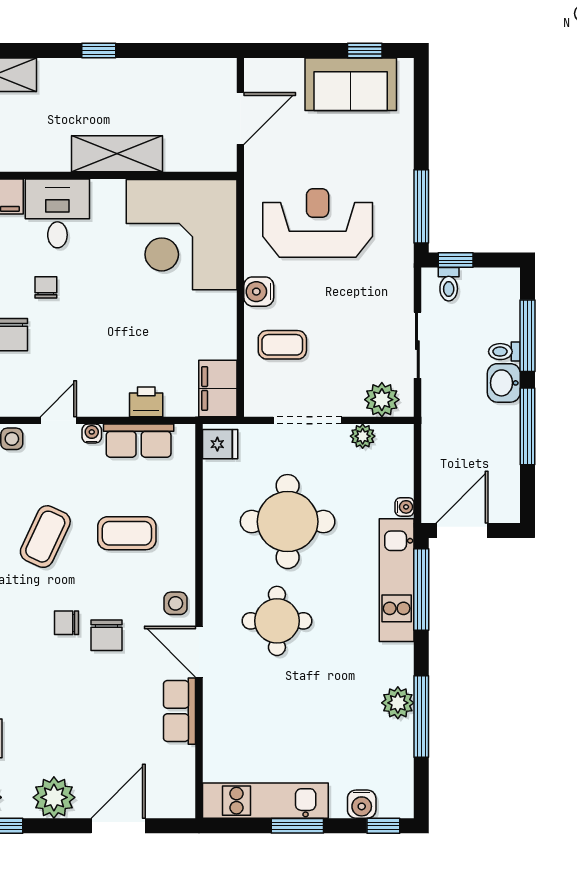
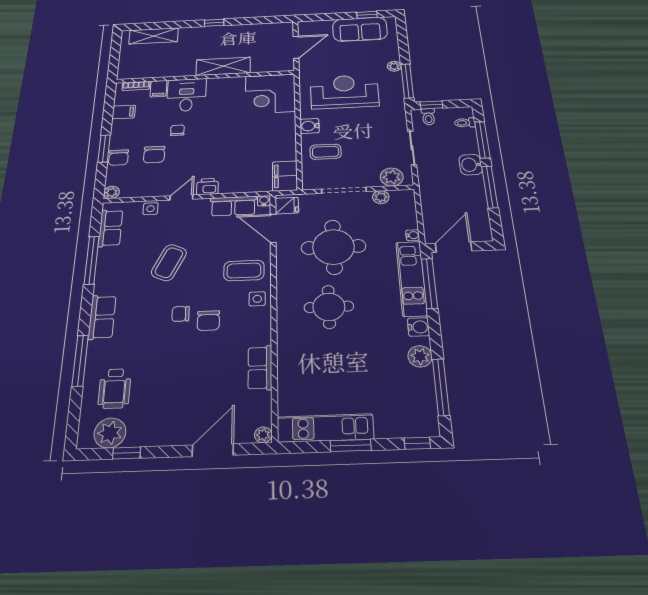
plant: (403, 173) -> (394, 66), added
corner desk: (182, 235) -> (270, 94), width x0.74, depth x0.74
toilet: (504, 352) -> (465, 123), moved
printer: (146, 402) -> (207, 187), moved
water cooler: (92, 433) -> (264, 201), moved
coffee table: (127, 533) -> (244, 271), moved
door: (199, 652) -> (273, 228), moved
window: (421, 716) -> (441, 387), moved
plant: (54, 797) -> (263, 435), moved, width x0.53, depth x0.53
water cooler: (362, 804) -> (419, 327), moved, turned -90

